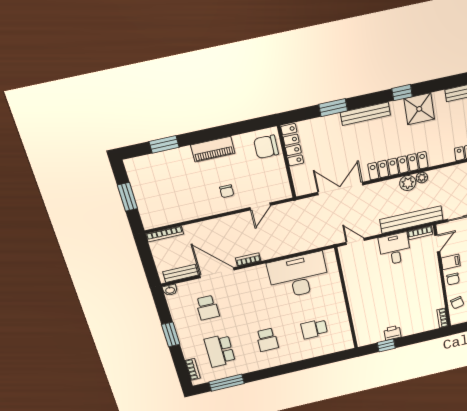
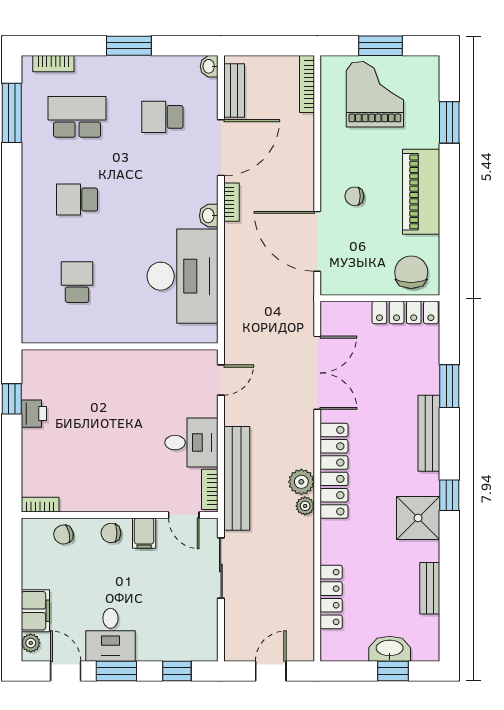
piano: (213, 149) -> (421, 192), width x1.37, depth x1.33
grand piano: (159, 193) -> (375, 94), added
door: (260, 206) -> (317, 241), width x1.88
washbasin: (259, 270) -> (209, 216), added

